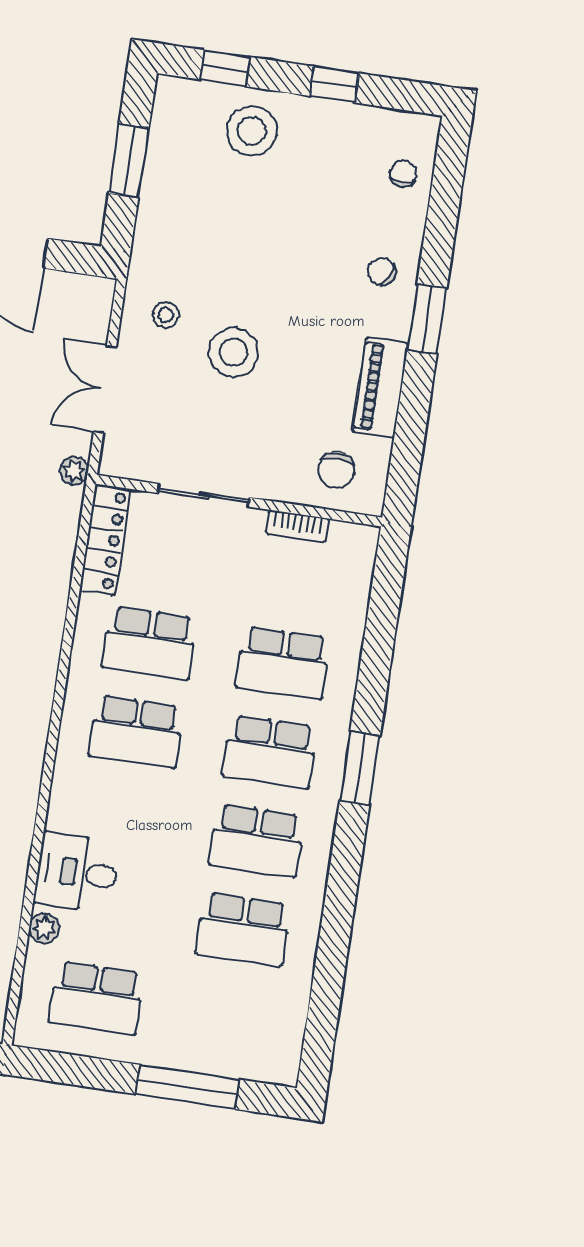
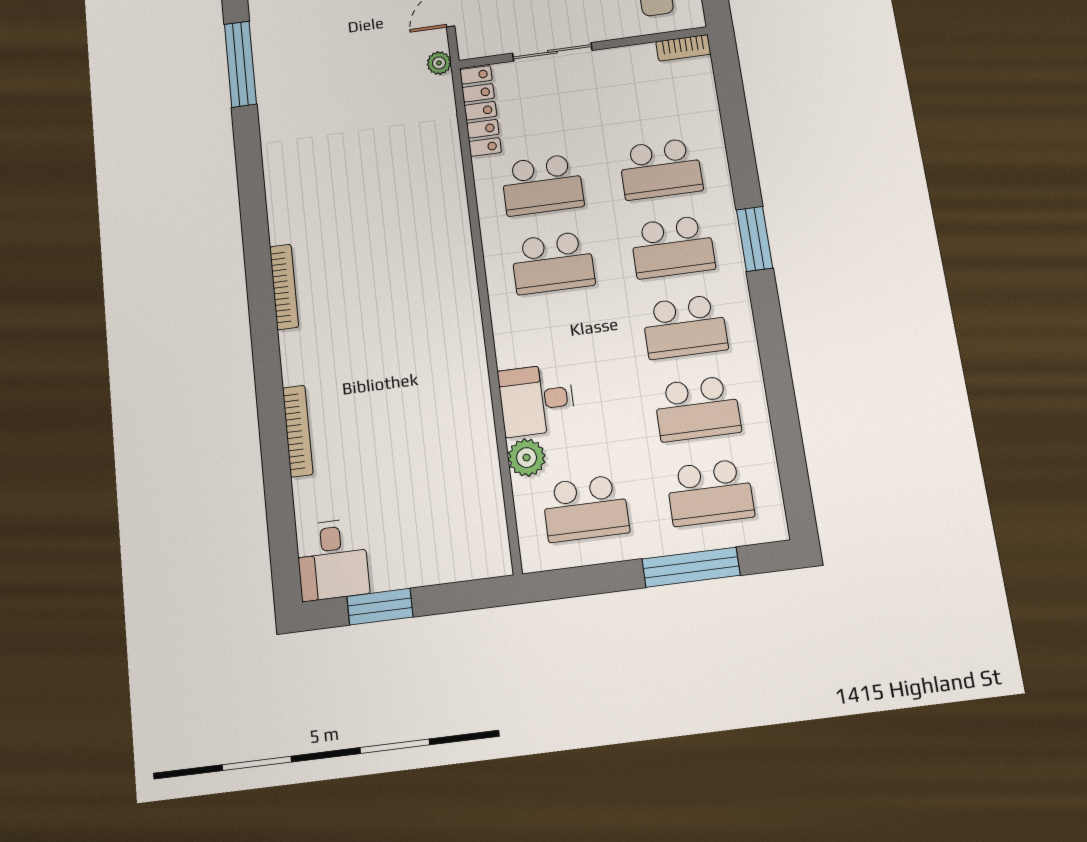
bookcase: (297, 526) -> (683, 48), moved
plant: (44, 928) -> (527, 458), width x1.38, depth x1.38
school desk: (230, 1018) -> (710, 492), added

